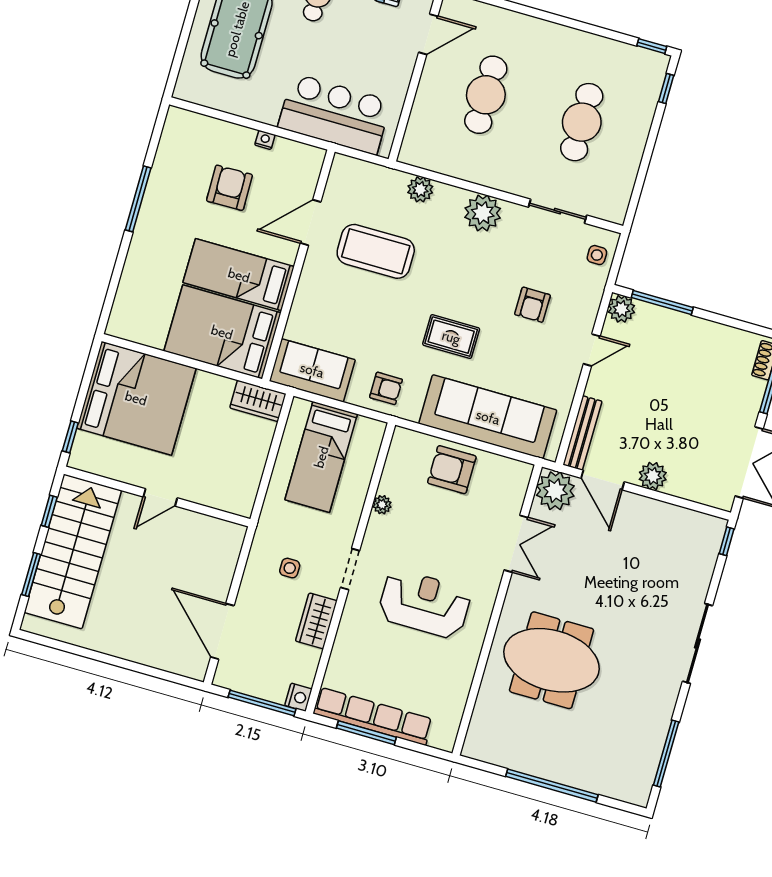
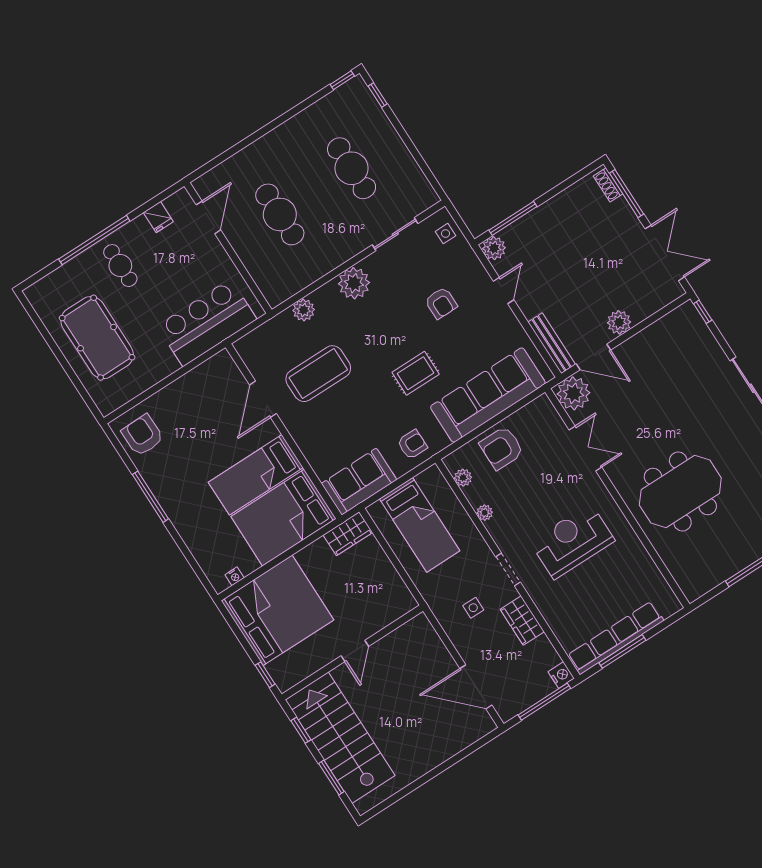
nightstand: (265, 140) -> (235, 576), moved, turned 180
armchair: (229, 188) -> (143, 435), moved
plant: (396, 459) -> (463, 478), added

